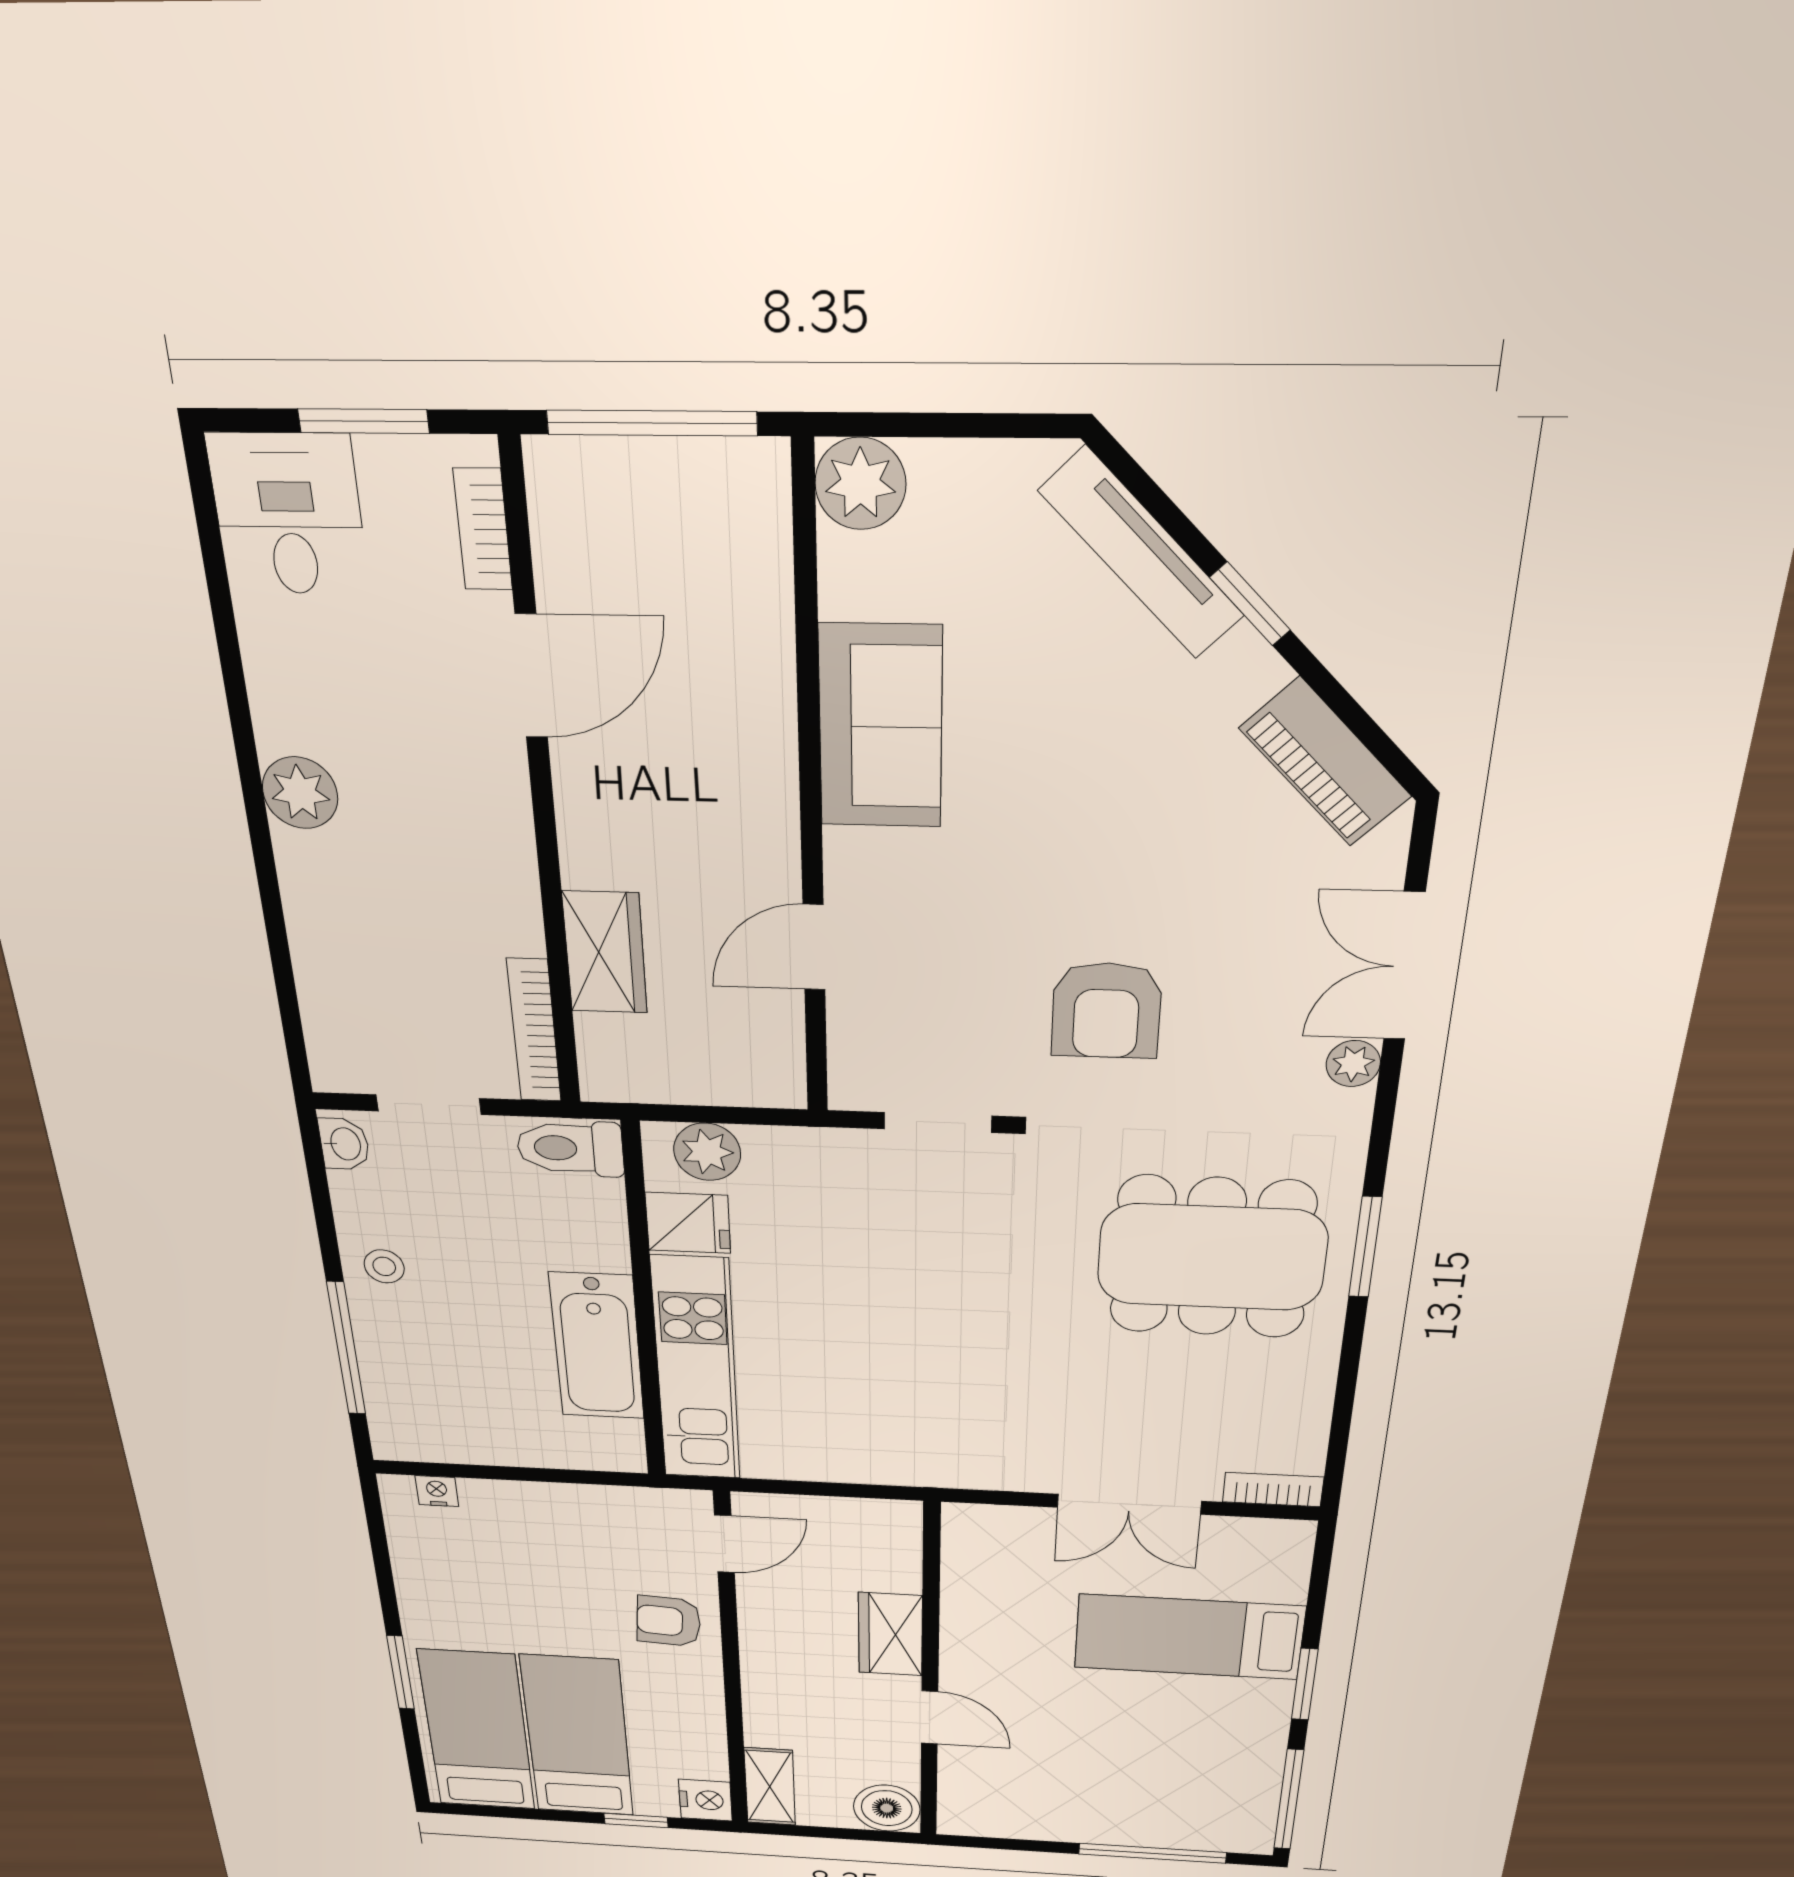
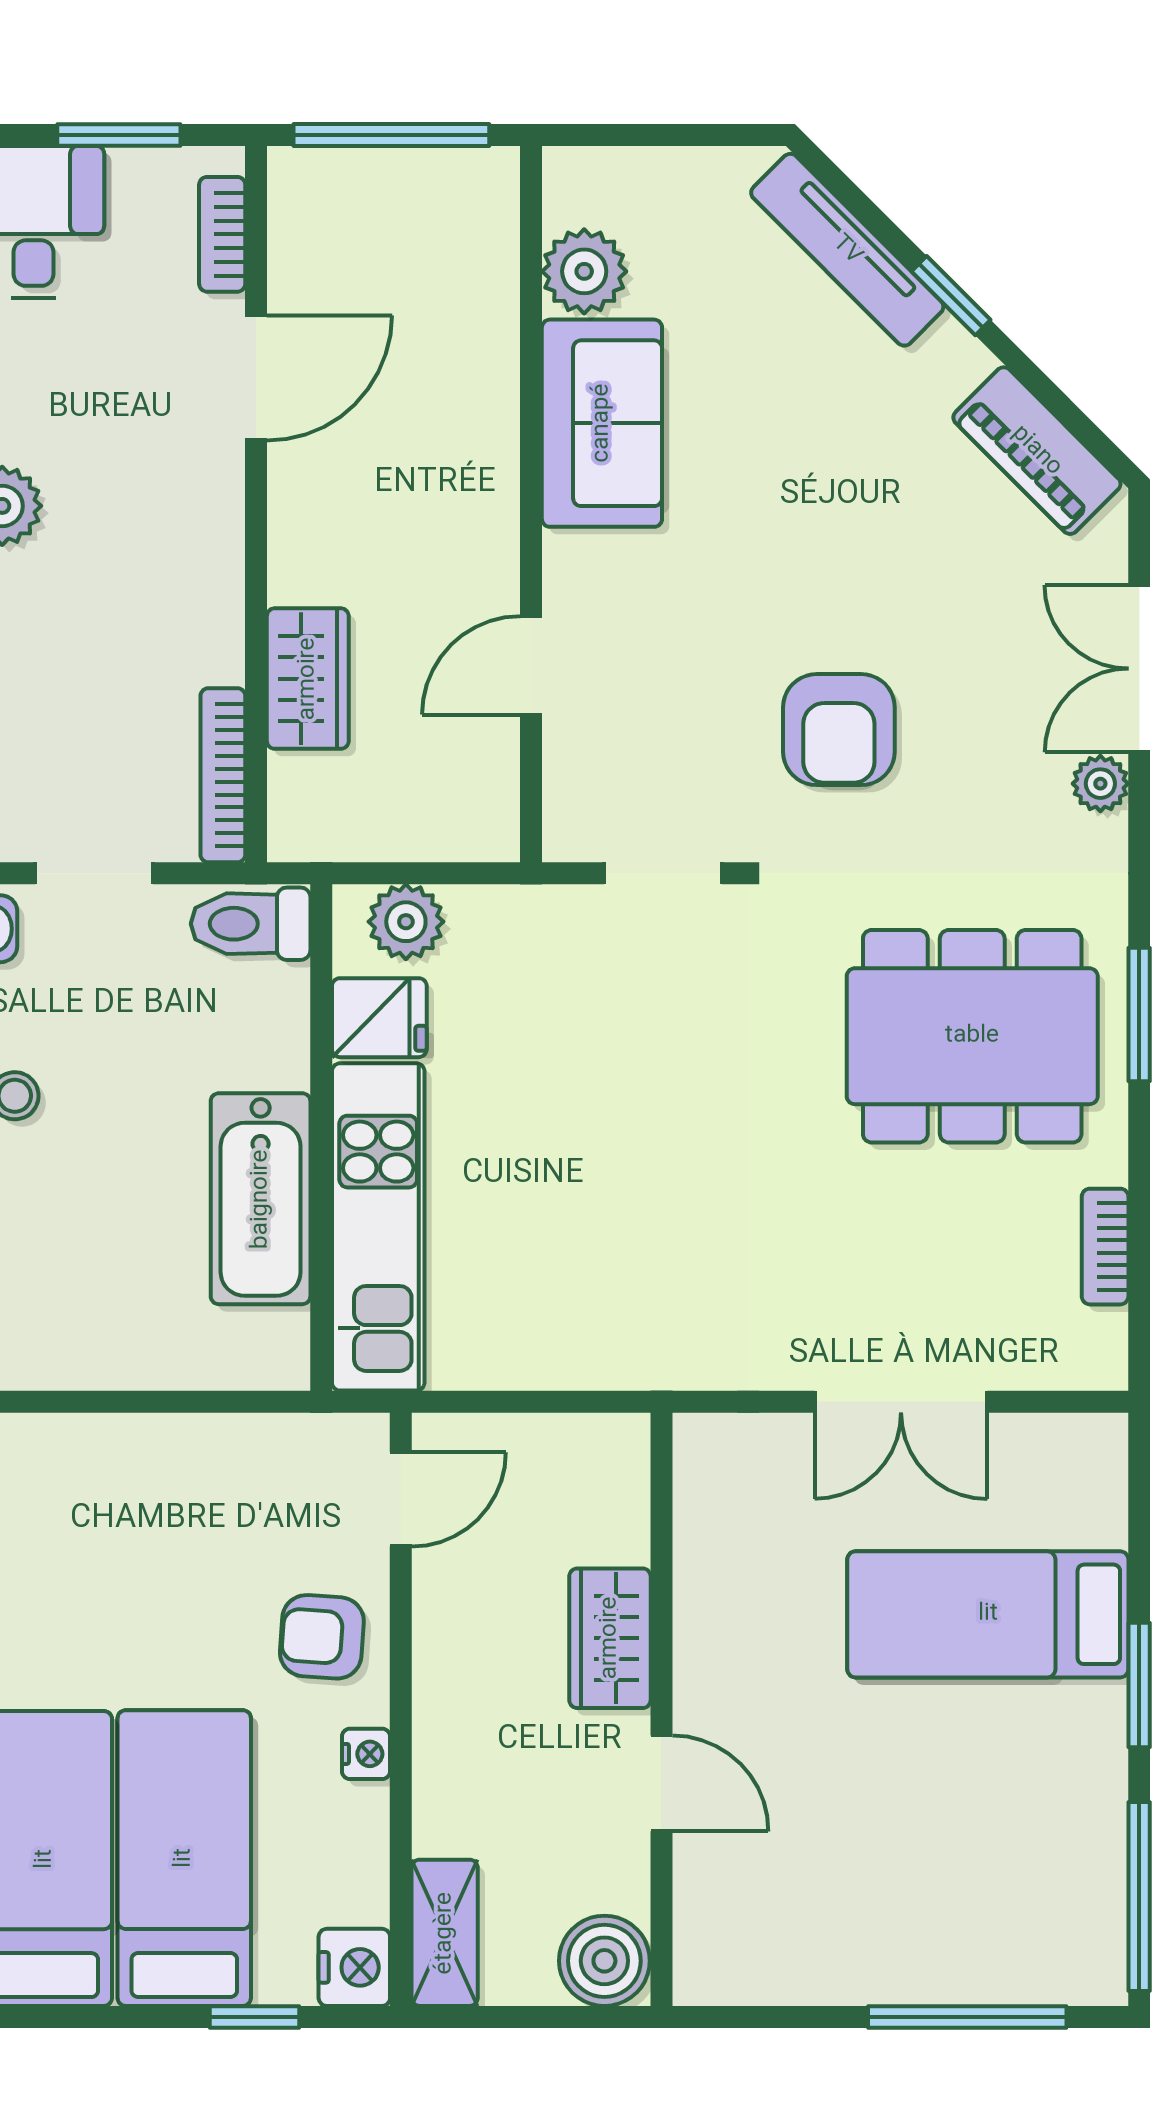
plant: (860, 484) -> (584, 271), moved
bookcase: (1273, 1490) -> (1105, 1247), moved, turned -90
nightstand: (437, 1491) -> (366, 1754), moved, turned 90

